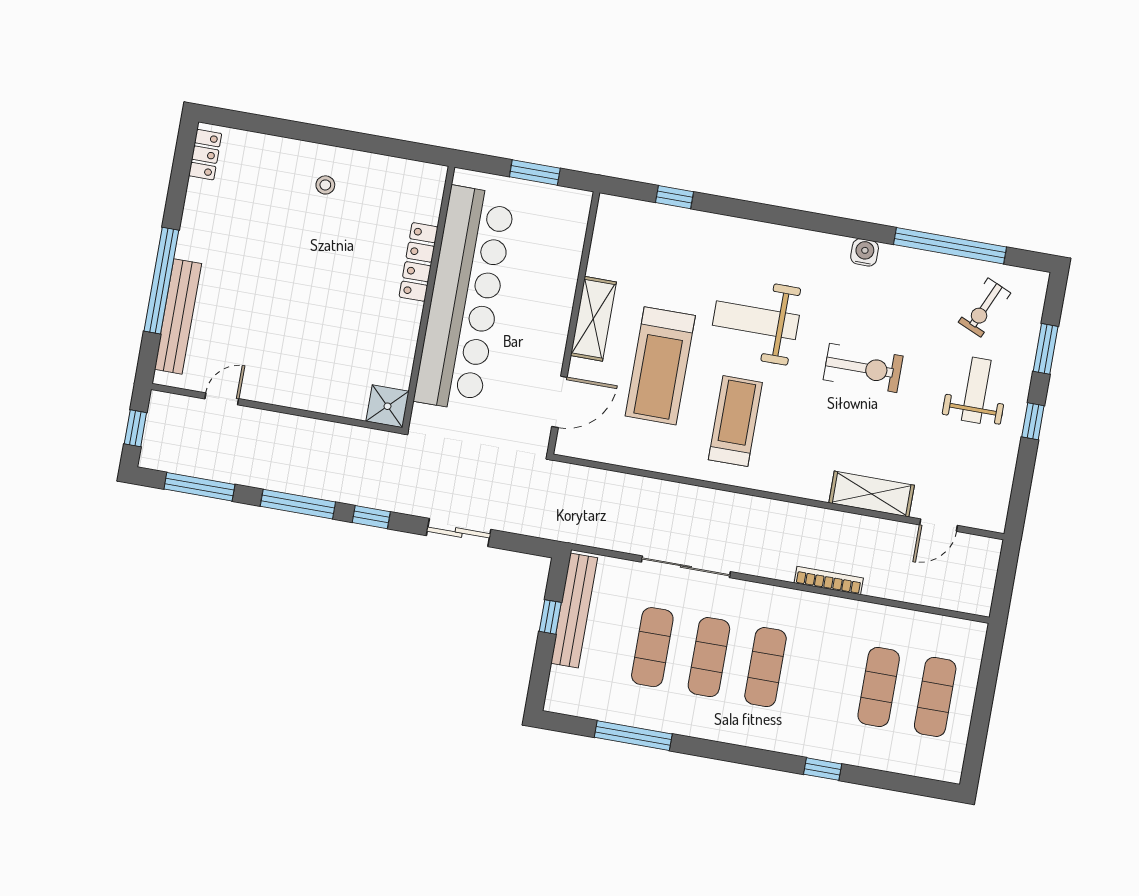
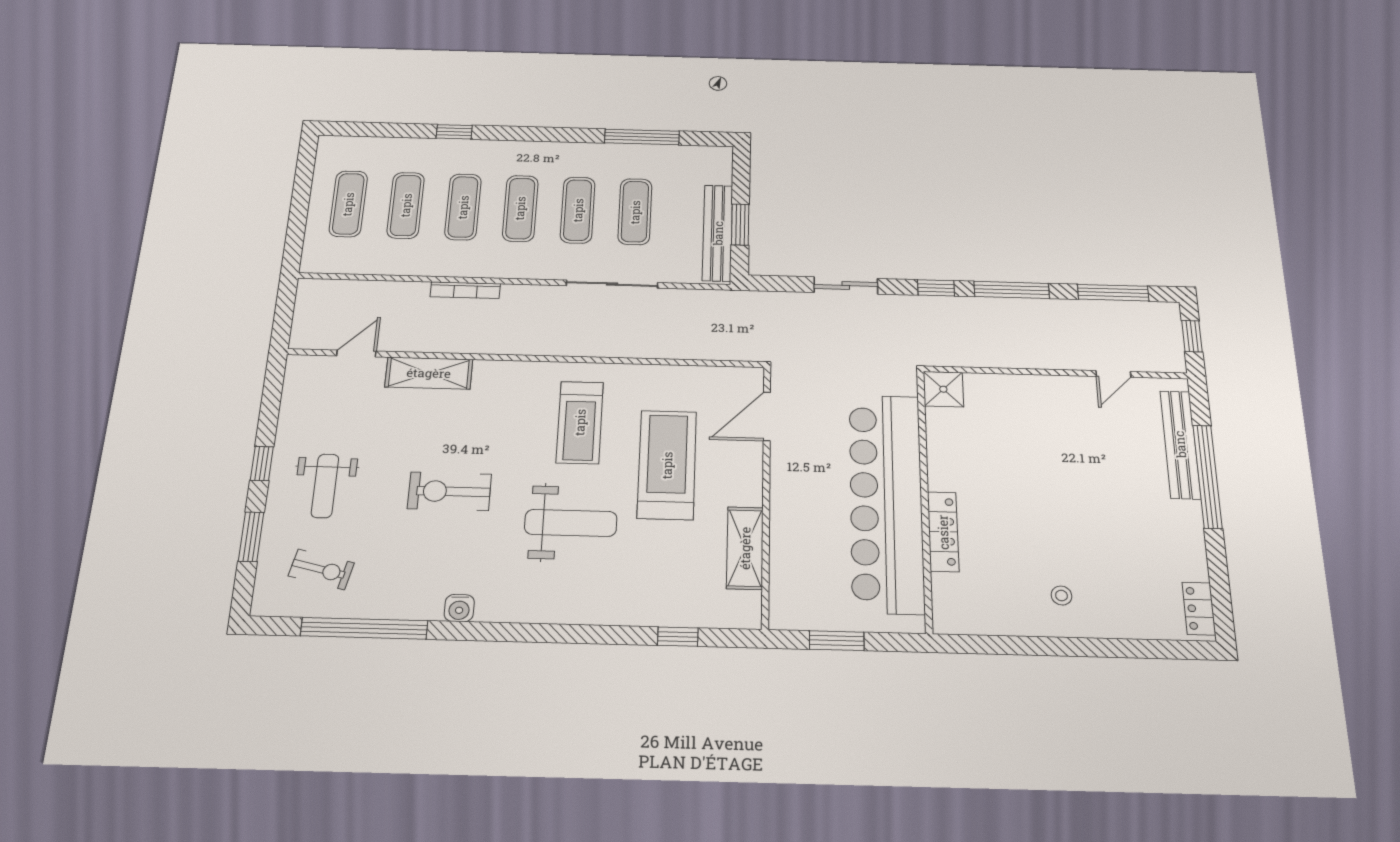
exercise bike: (984, 308) -> (321, 569), turned 79
shelving: (593, 319) -> (745, 548), moved
window: (550, 617) -> (740, 225), width x1.50
exercise mat: (822, 677) -> (463, 207), added

